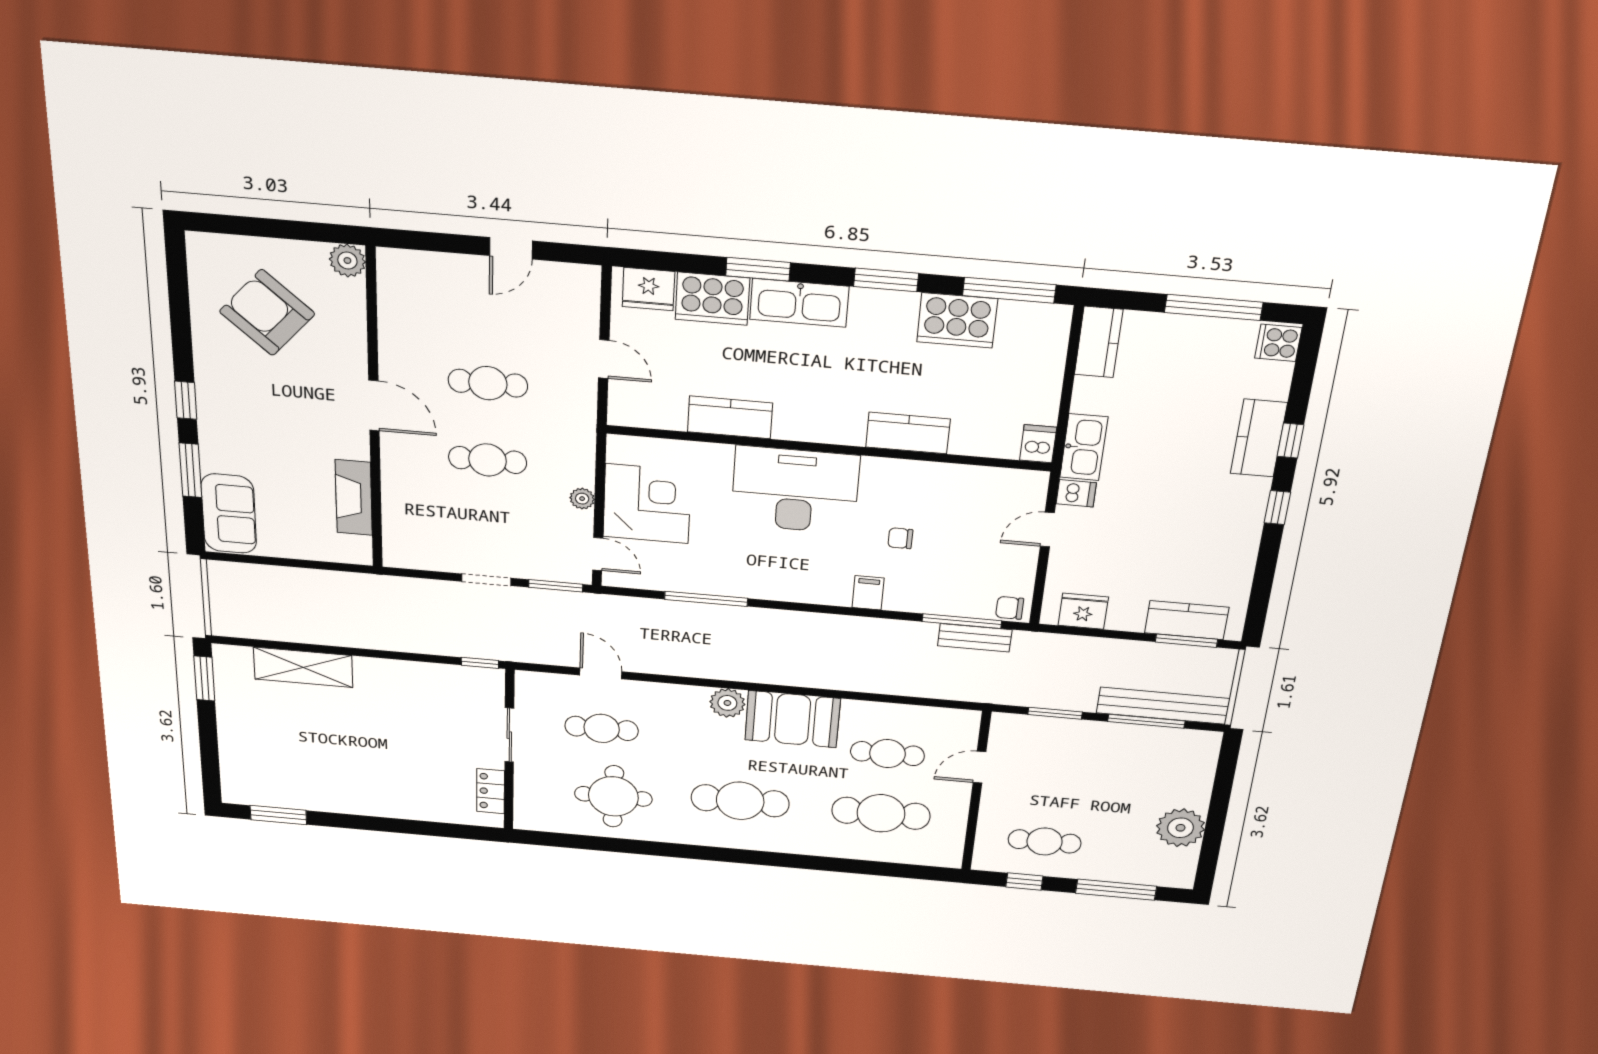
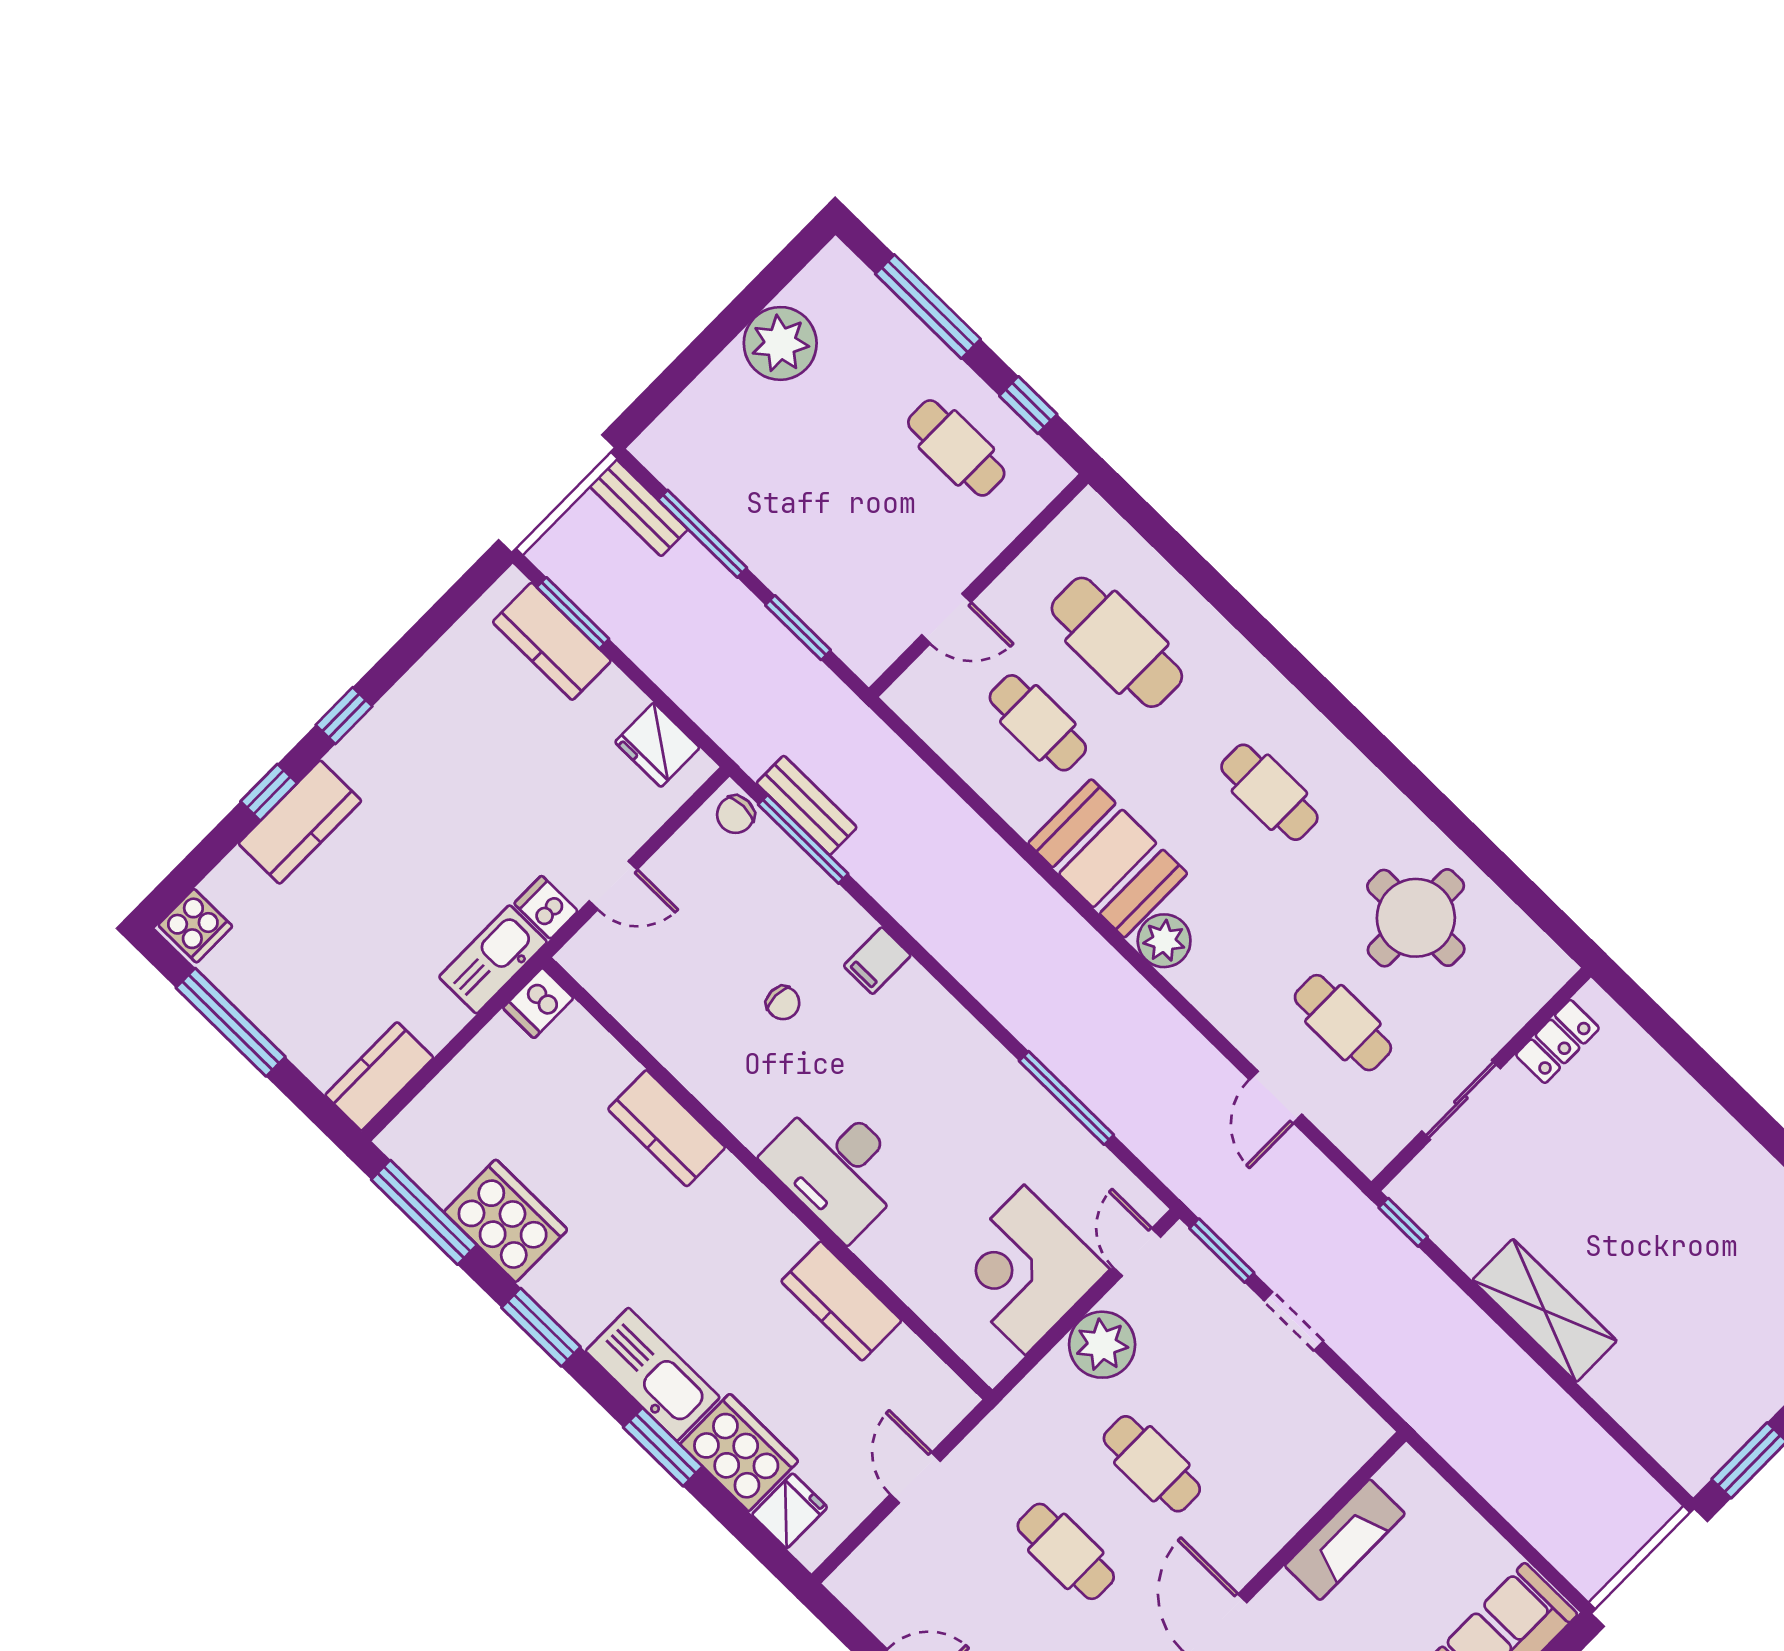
fridge: (648, 289) -> (790, 1511), width x0.72
desk: (795, 490) -> (837, 1167), width x0.73, depth x0.77
plant: (582, 499) -> (1102, 1345), width x1.88, depth x1.88
chair: (1010, 608) -> (736, 815), turned 90
shelving: (303, 667) -> (1545, 1311), moved
bench: (1163, 706) -> (639, 508), width x0.54, depth x0.82
cafe table: (740, 801) -> (1269, 792), width x0.73, depth x0.74

